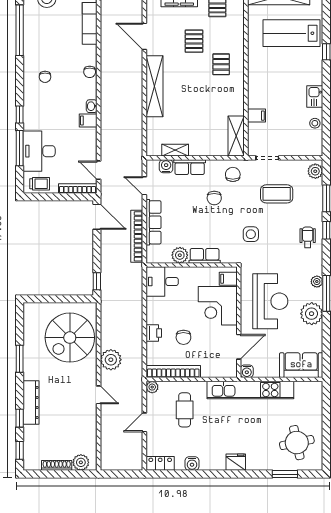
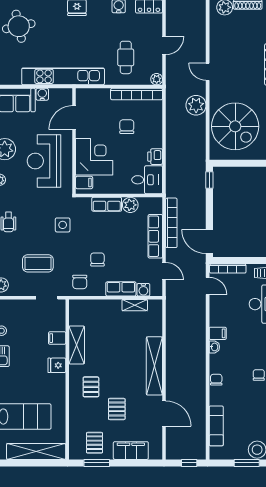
fridge: (257, 87) -> (57, 365), added
shelving: (236, 136) -> (77, 345), moved
printer: (154, 333) -> (155, 157), moved
spiral stairs: (70, 338) -> (235, 126), turned 90
water cooler: (247, 371) -> (42, 94), moved

